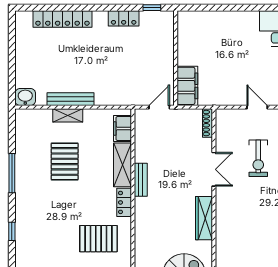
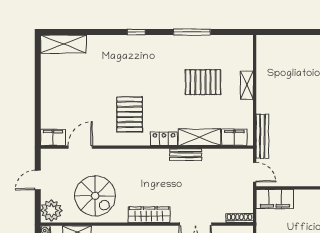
washbasin: (25, 97) -> (264, 45), removed
bench: (70, 99) -> (262, 136), moved

